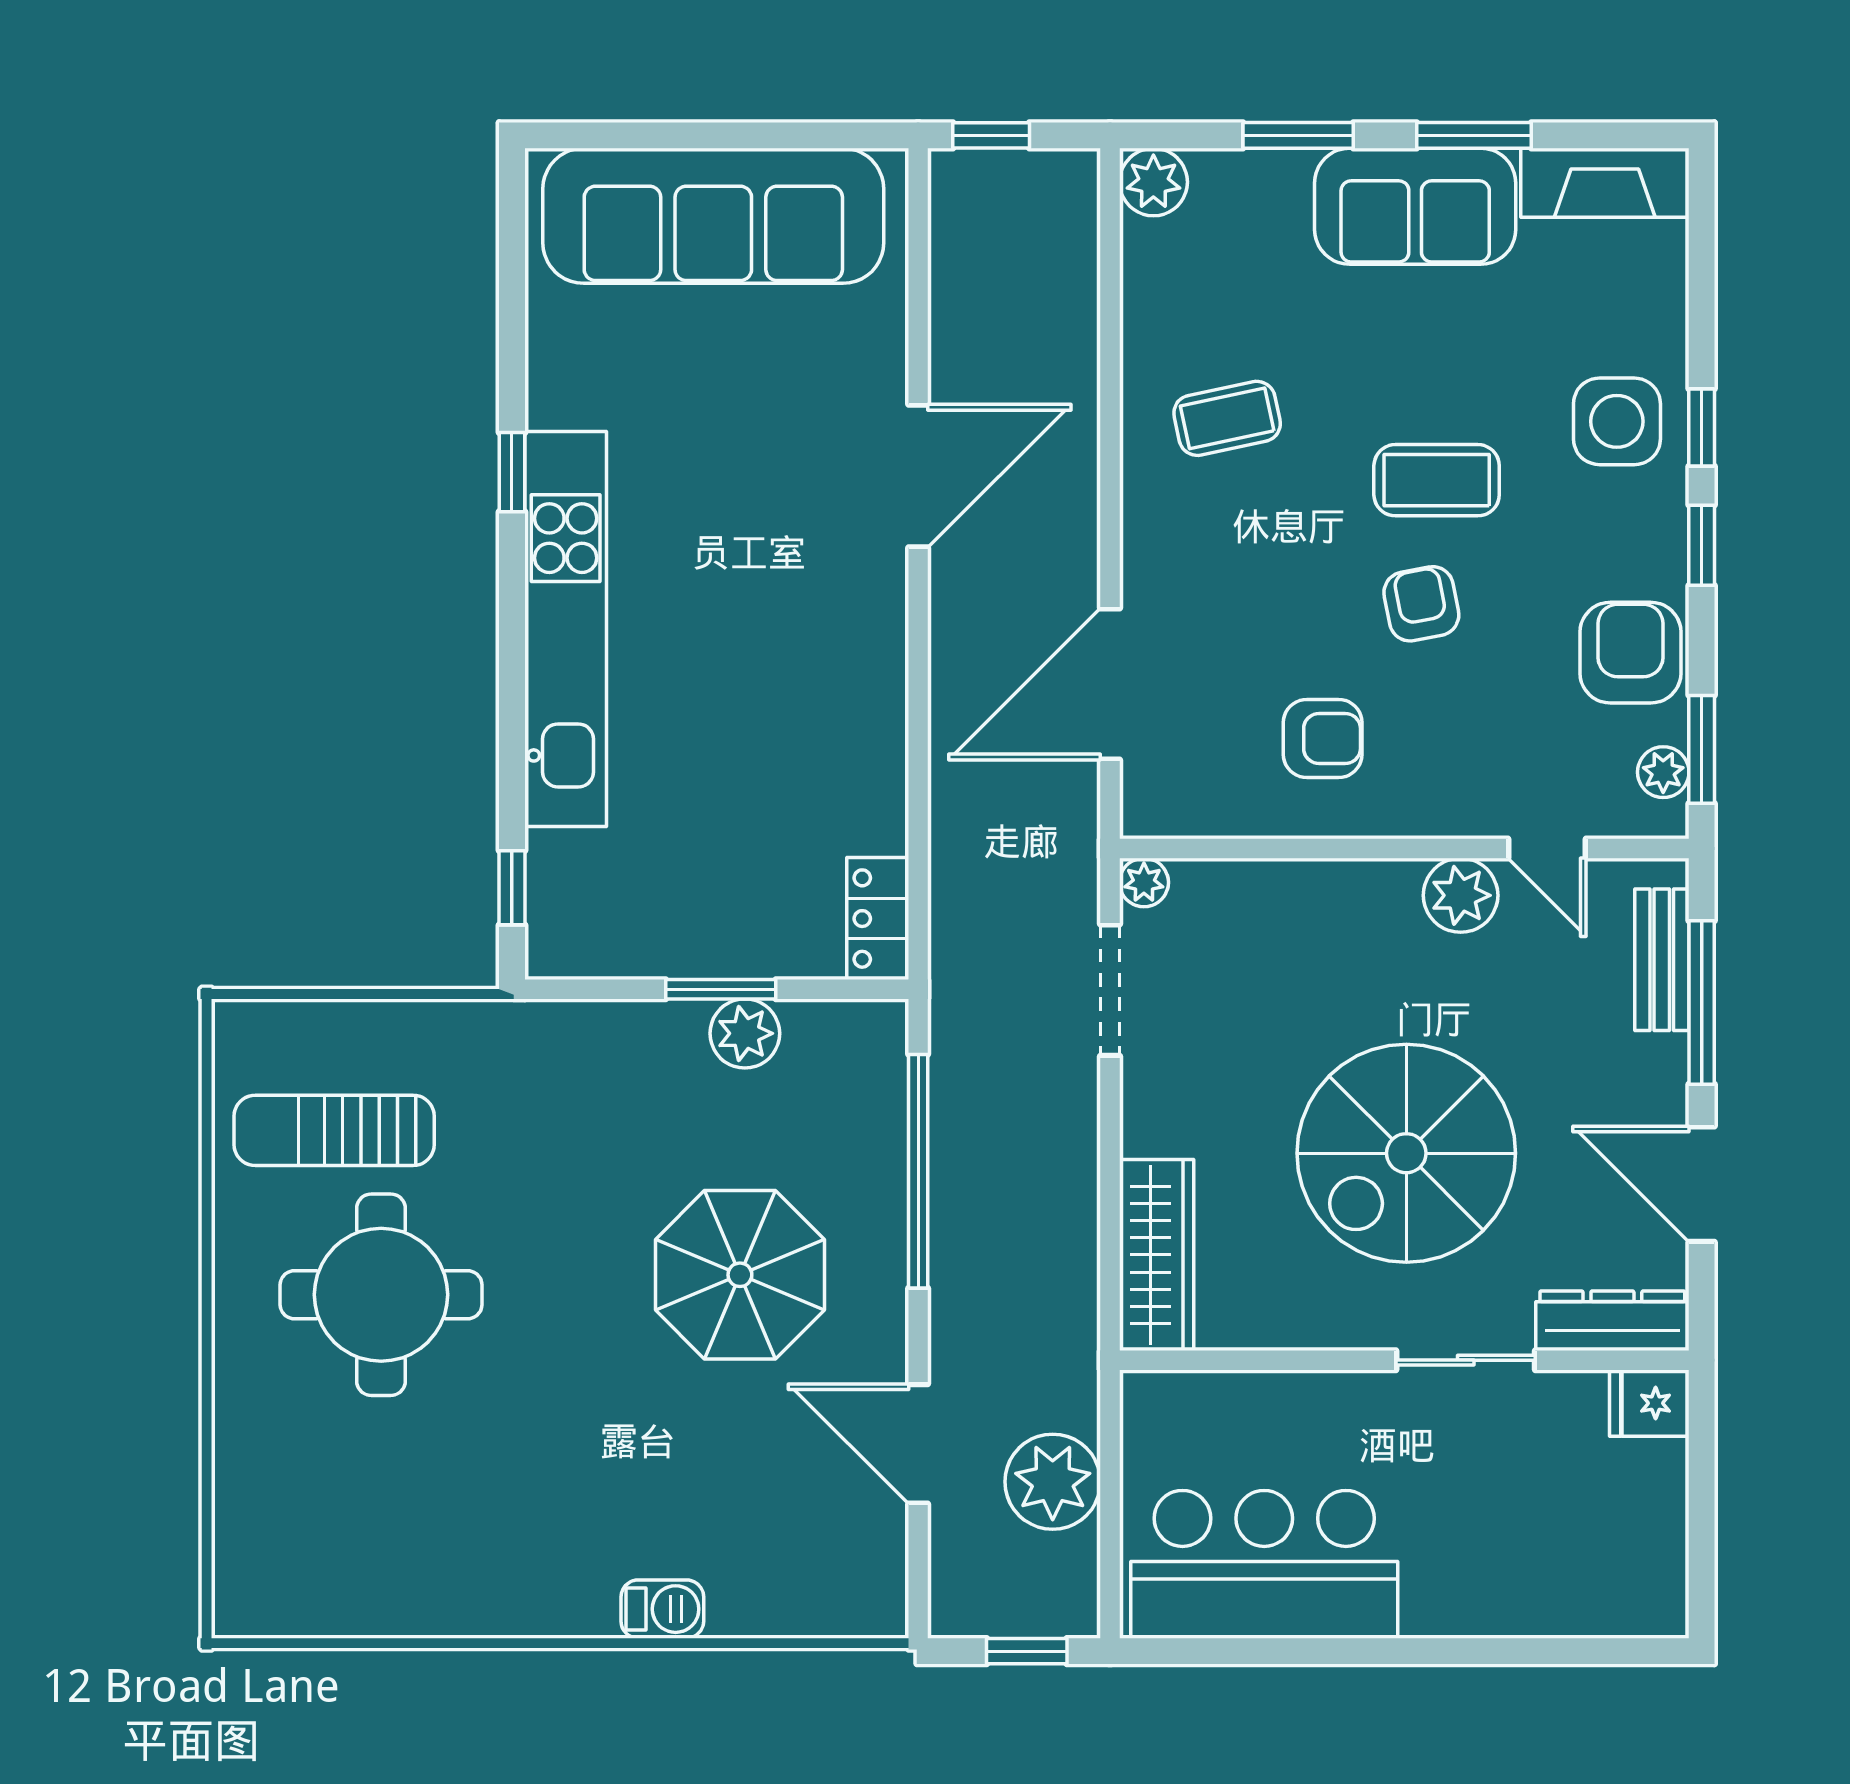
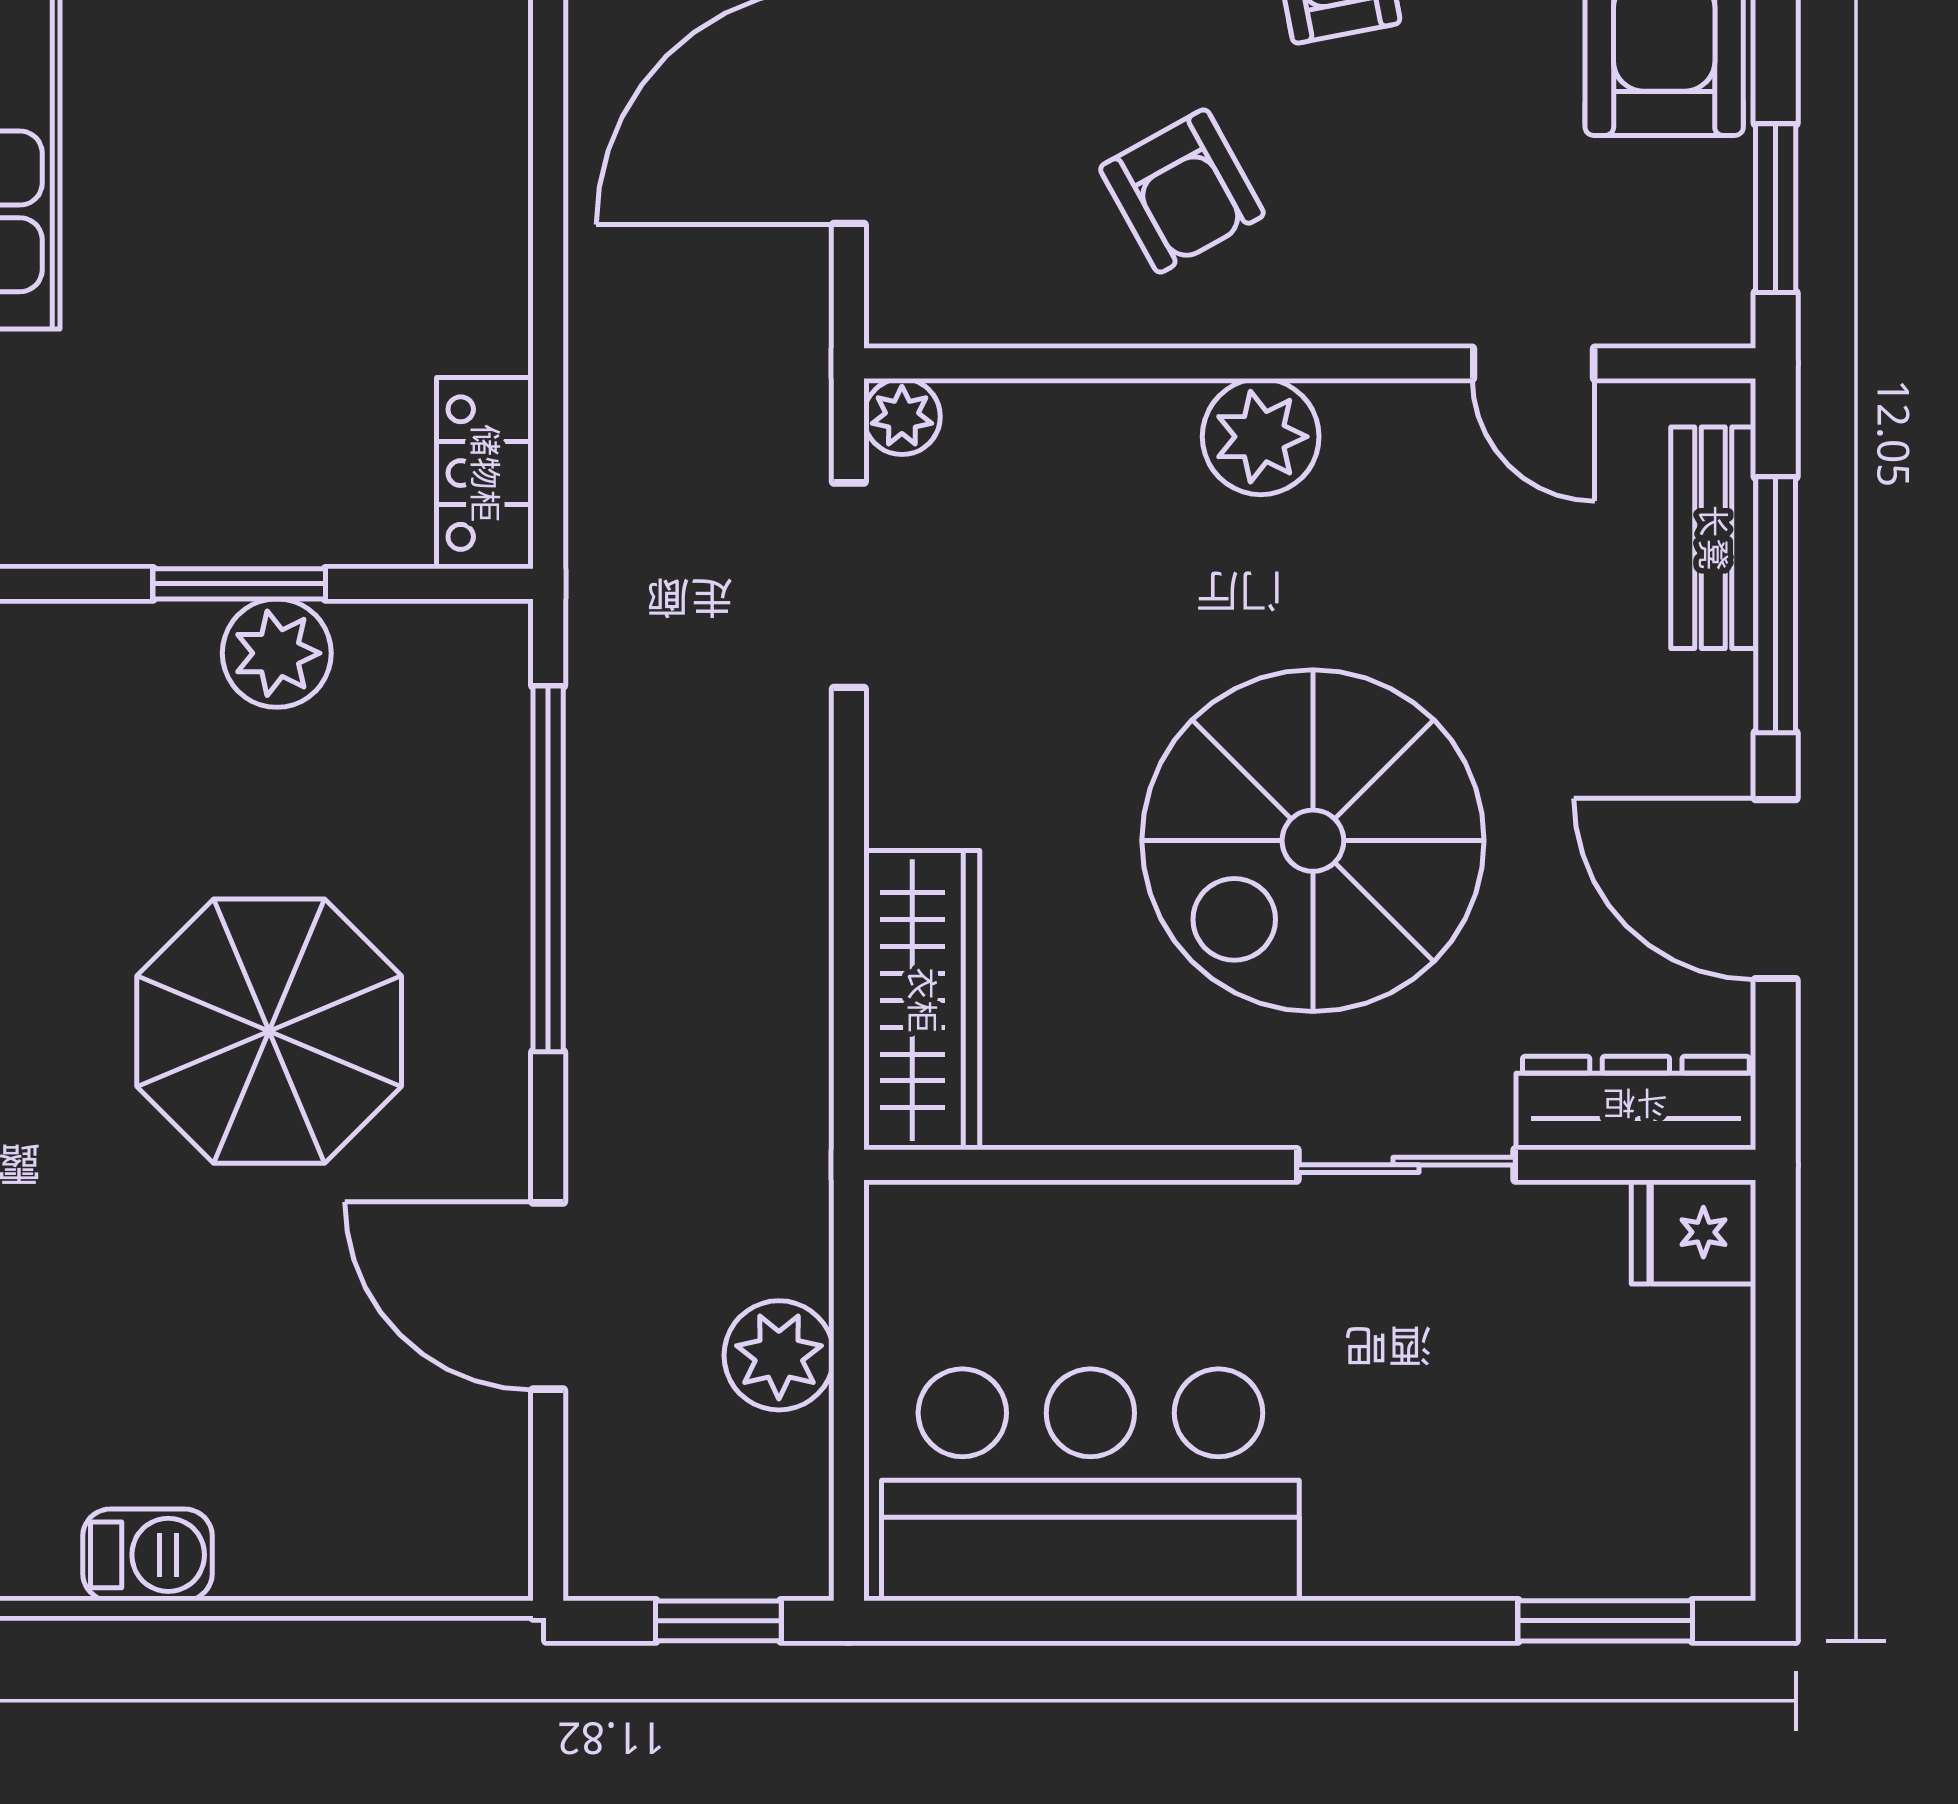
armchair: (1323, 738) -> (1182, 191), turned 61
plant: (1663, 772) -> (1715, 244), removed
plant: (1461, 895) -> (1261, 437), moved
plant: (1053, 1482) -> (779, 1355), width x0.73, depth x0.73
window: (1593, 1651) -> (1605, 1621), added

